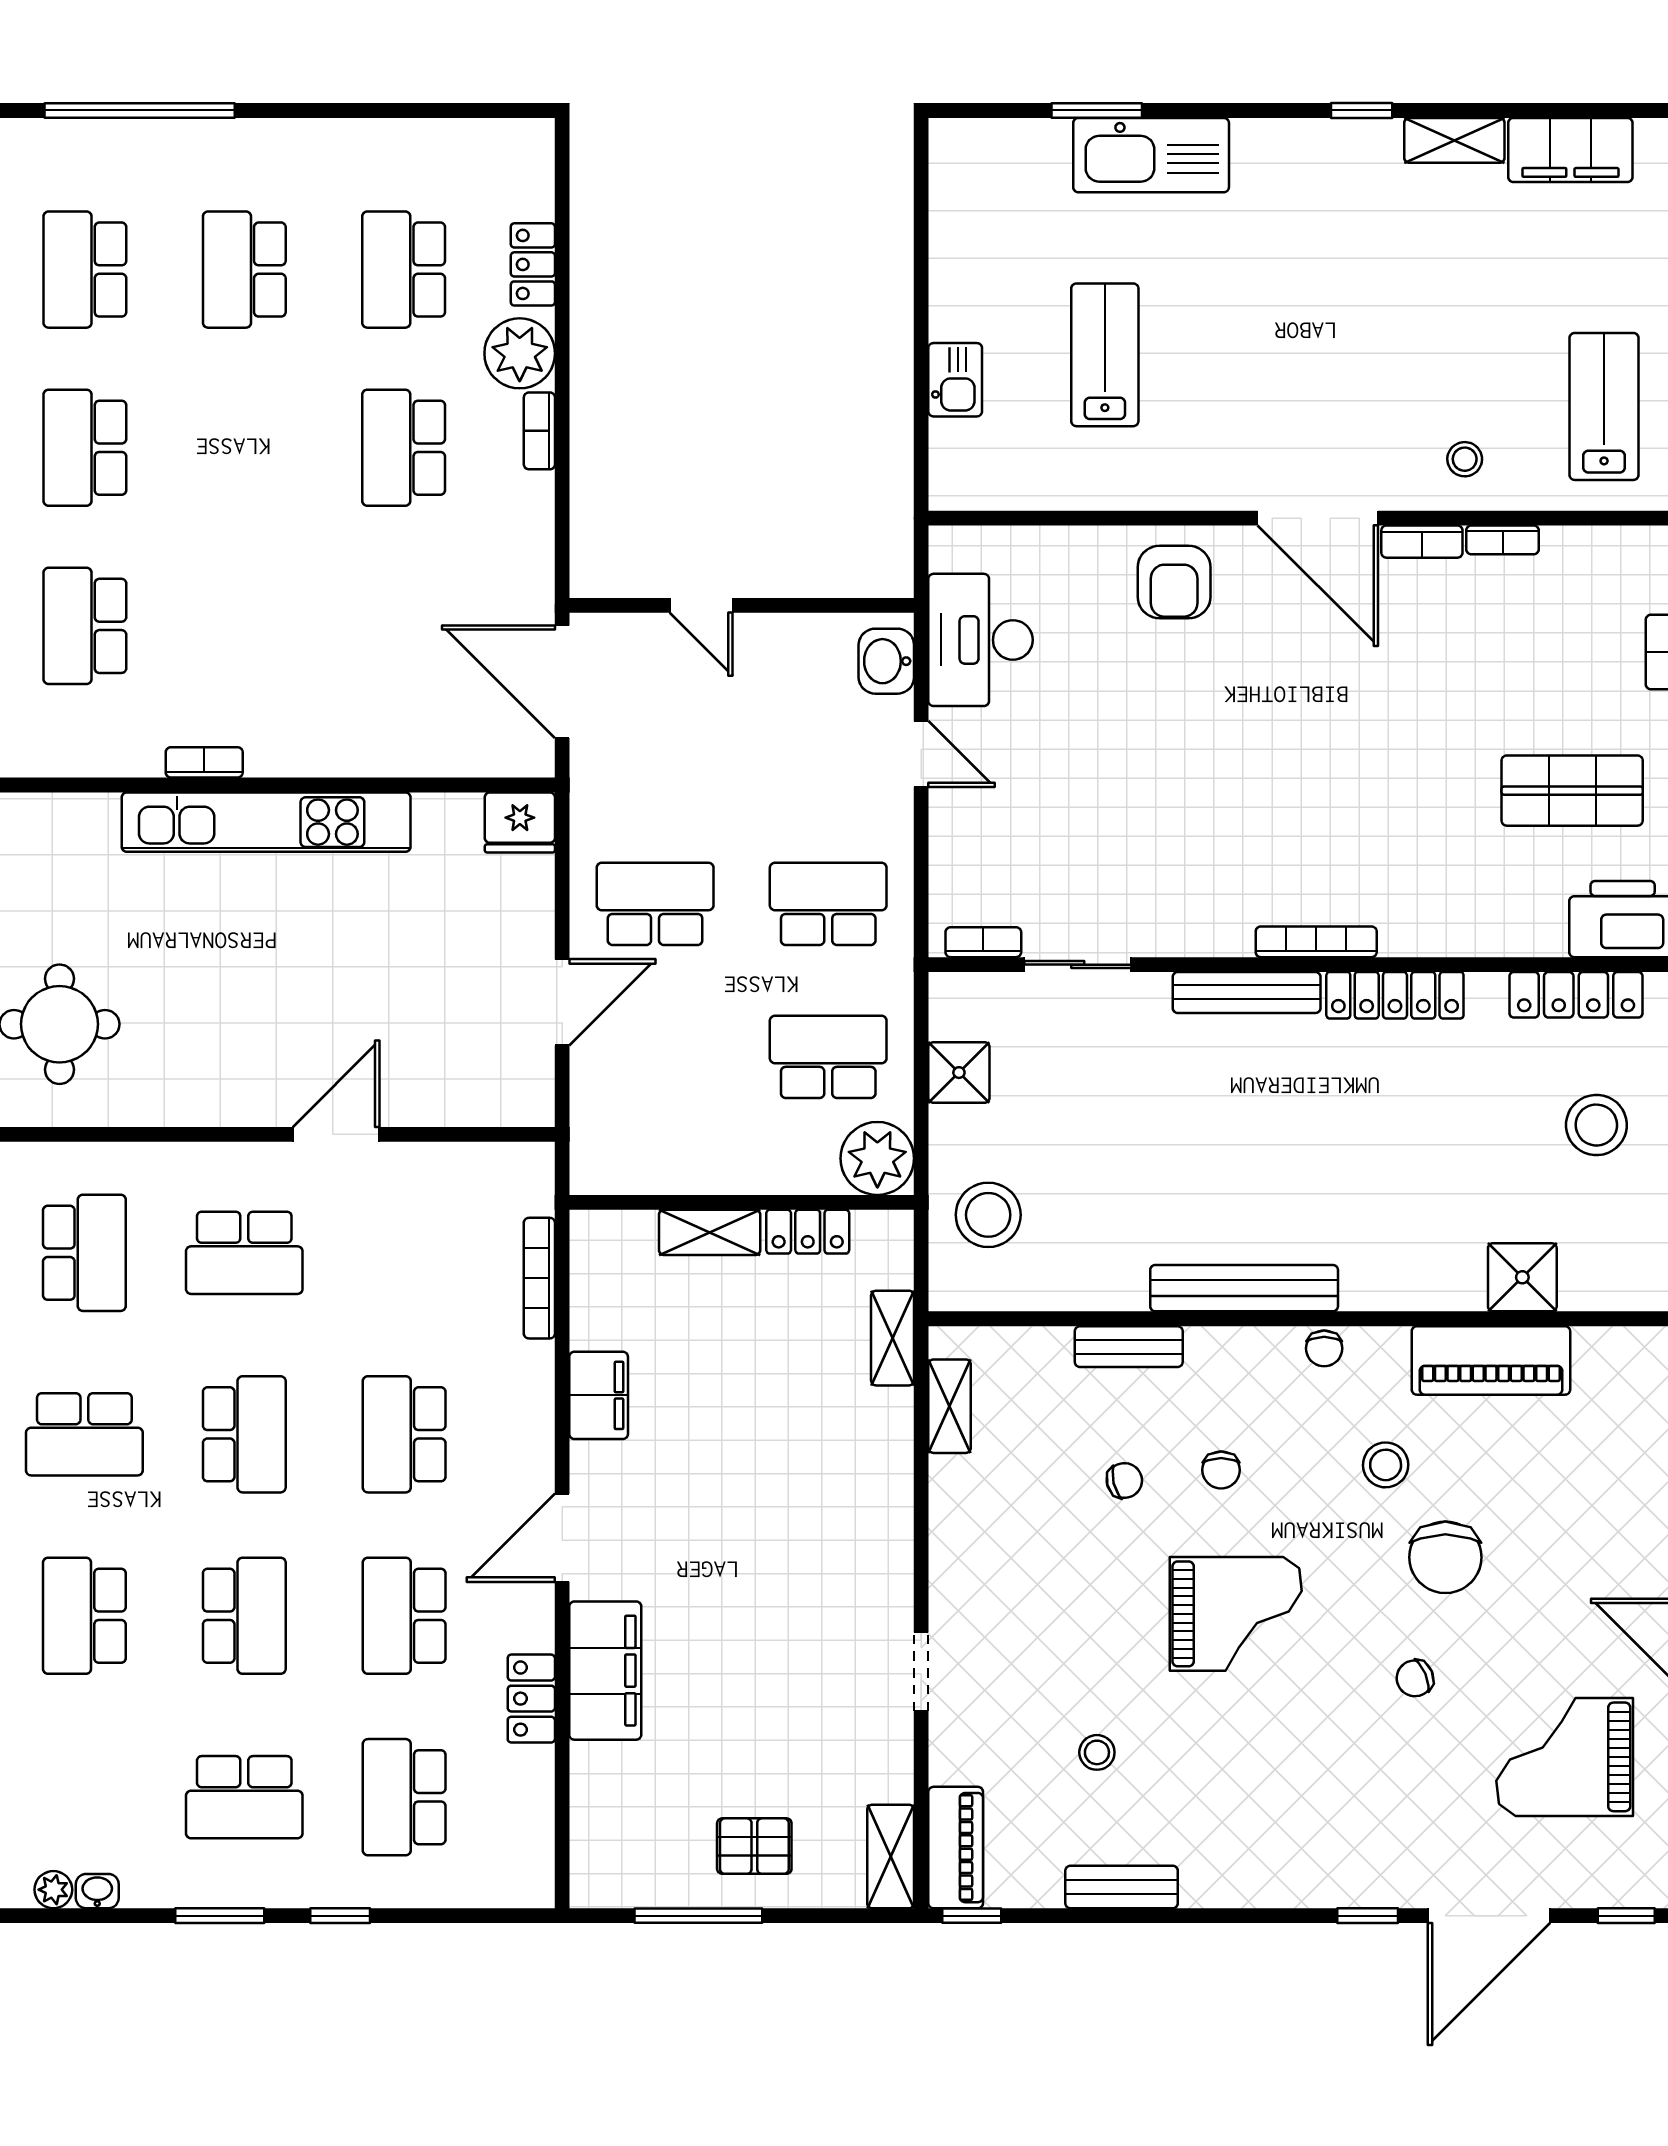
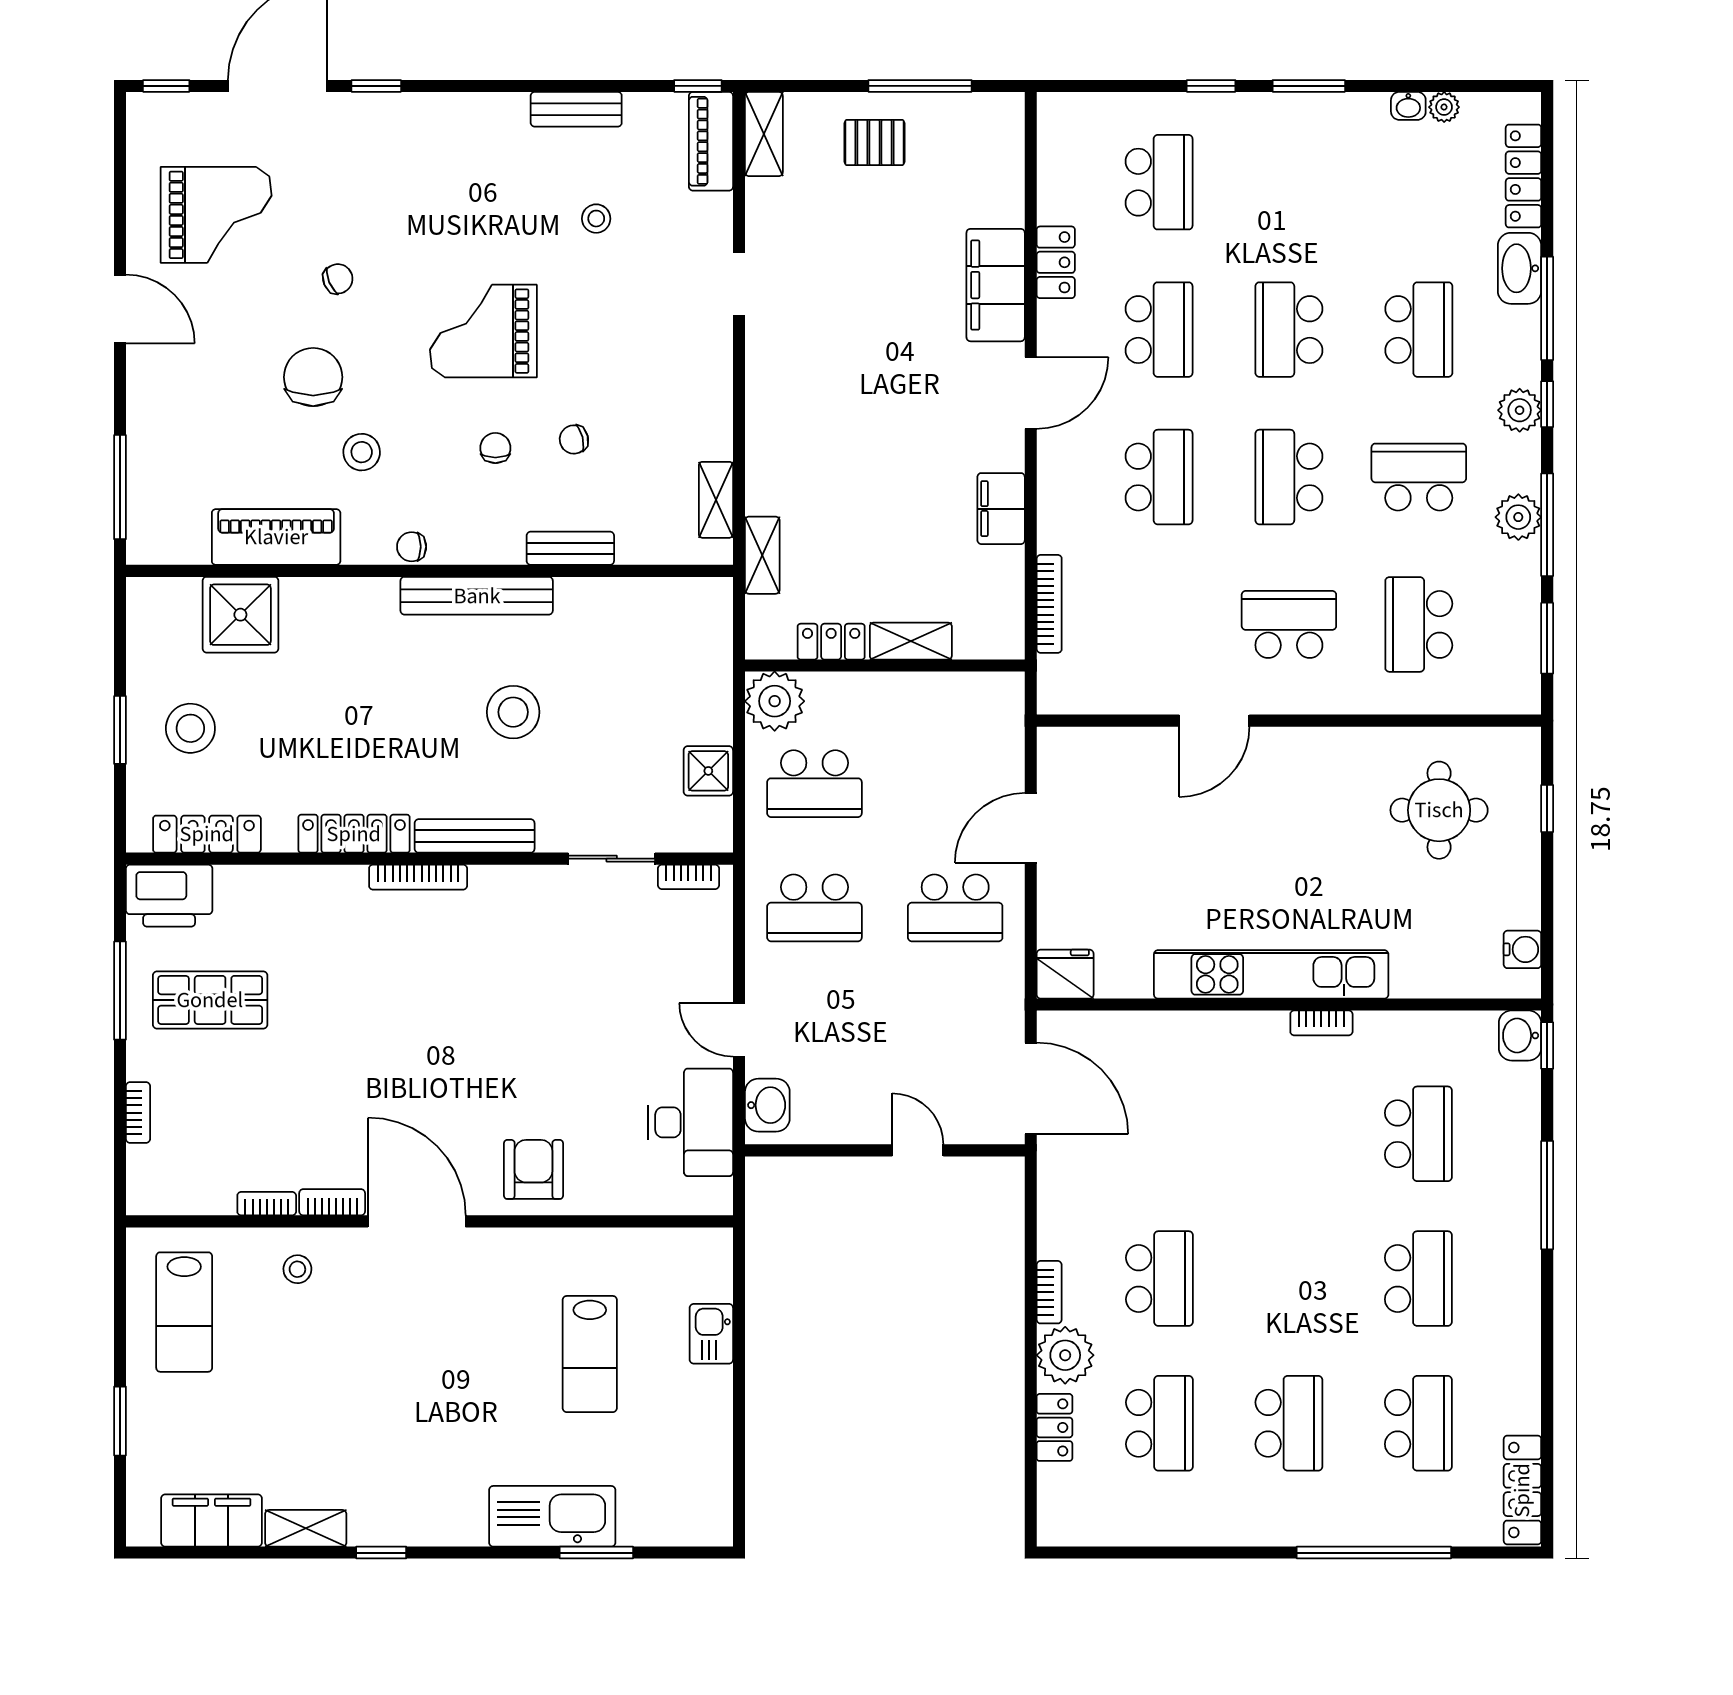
stool: (988, 1215) -> (513, 712), moved
shower: (1522, 1277) -> (240, 615), width x1.36, depth x1.36
chair: (1324, 1348) -> (412, 547), turned -90
school desk: (244, 1797) -> (1289, 182), removed

